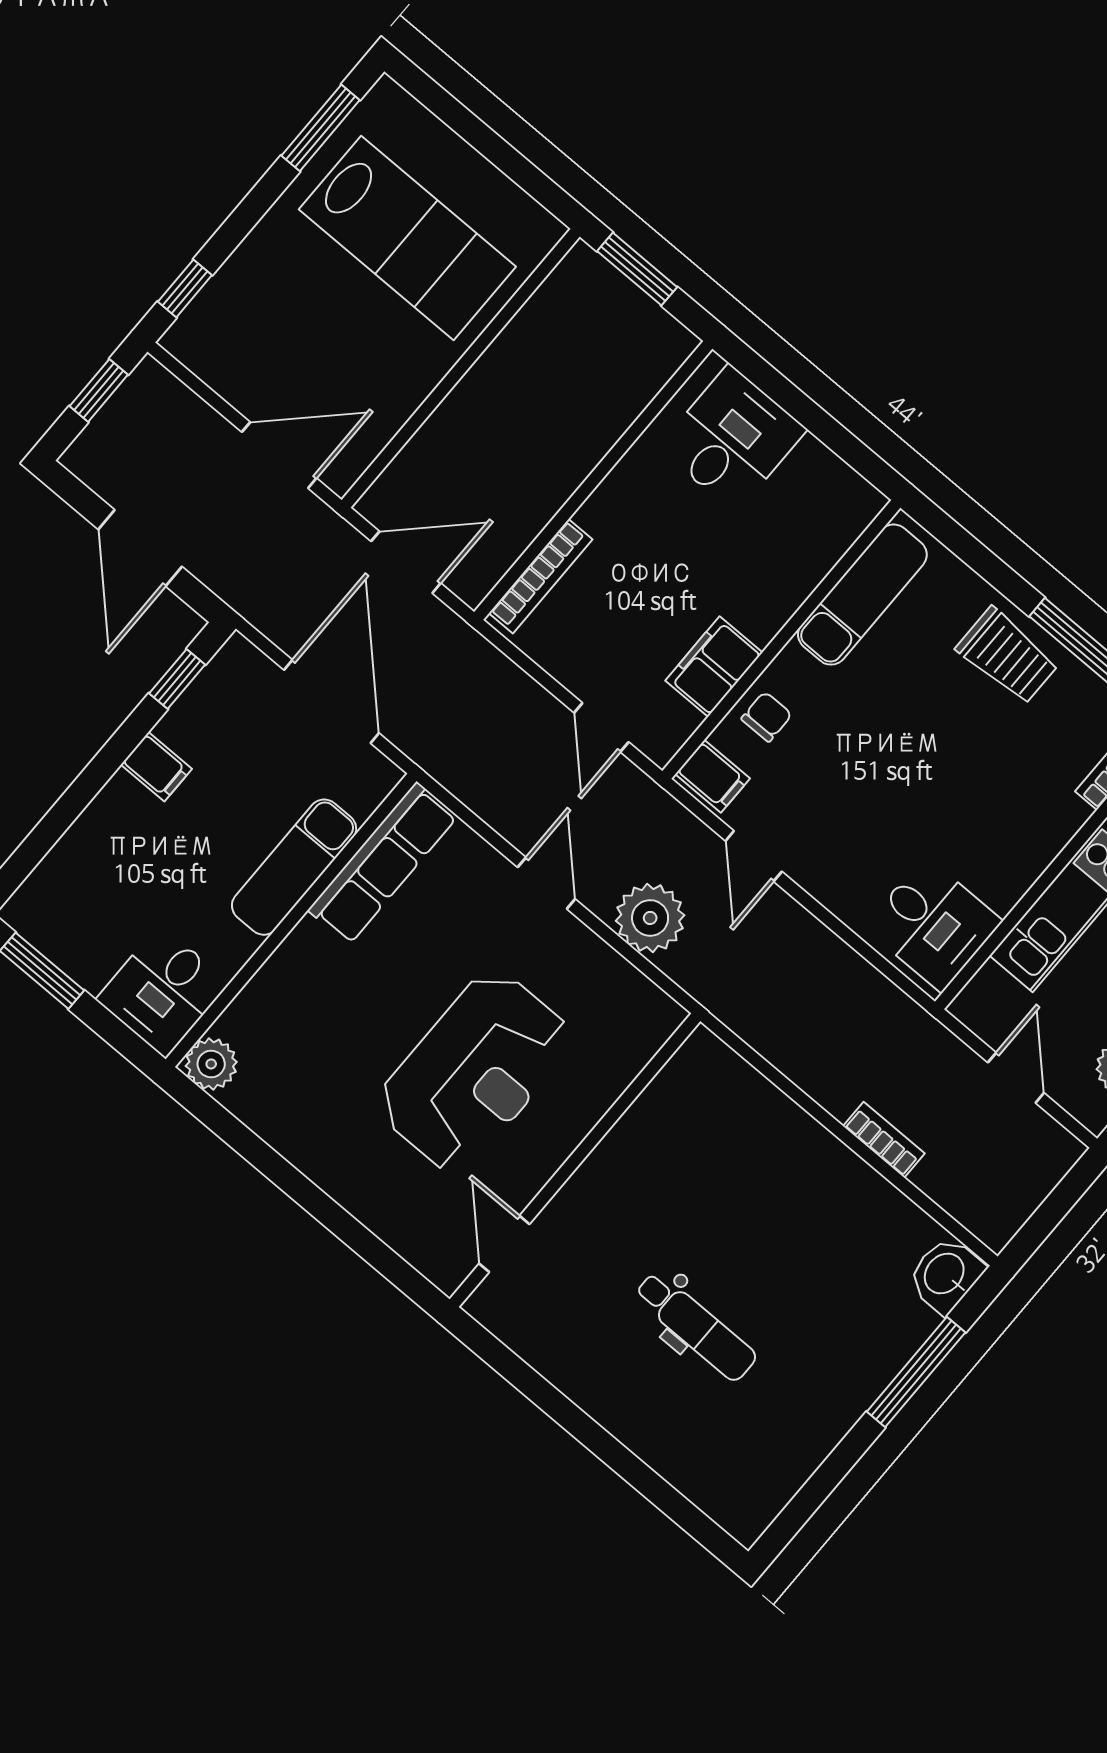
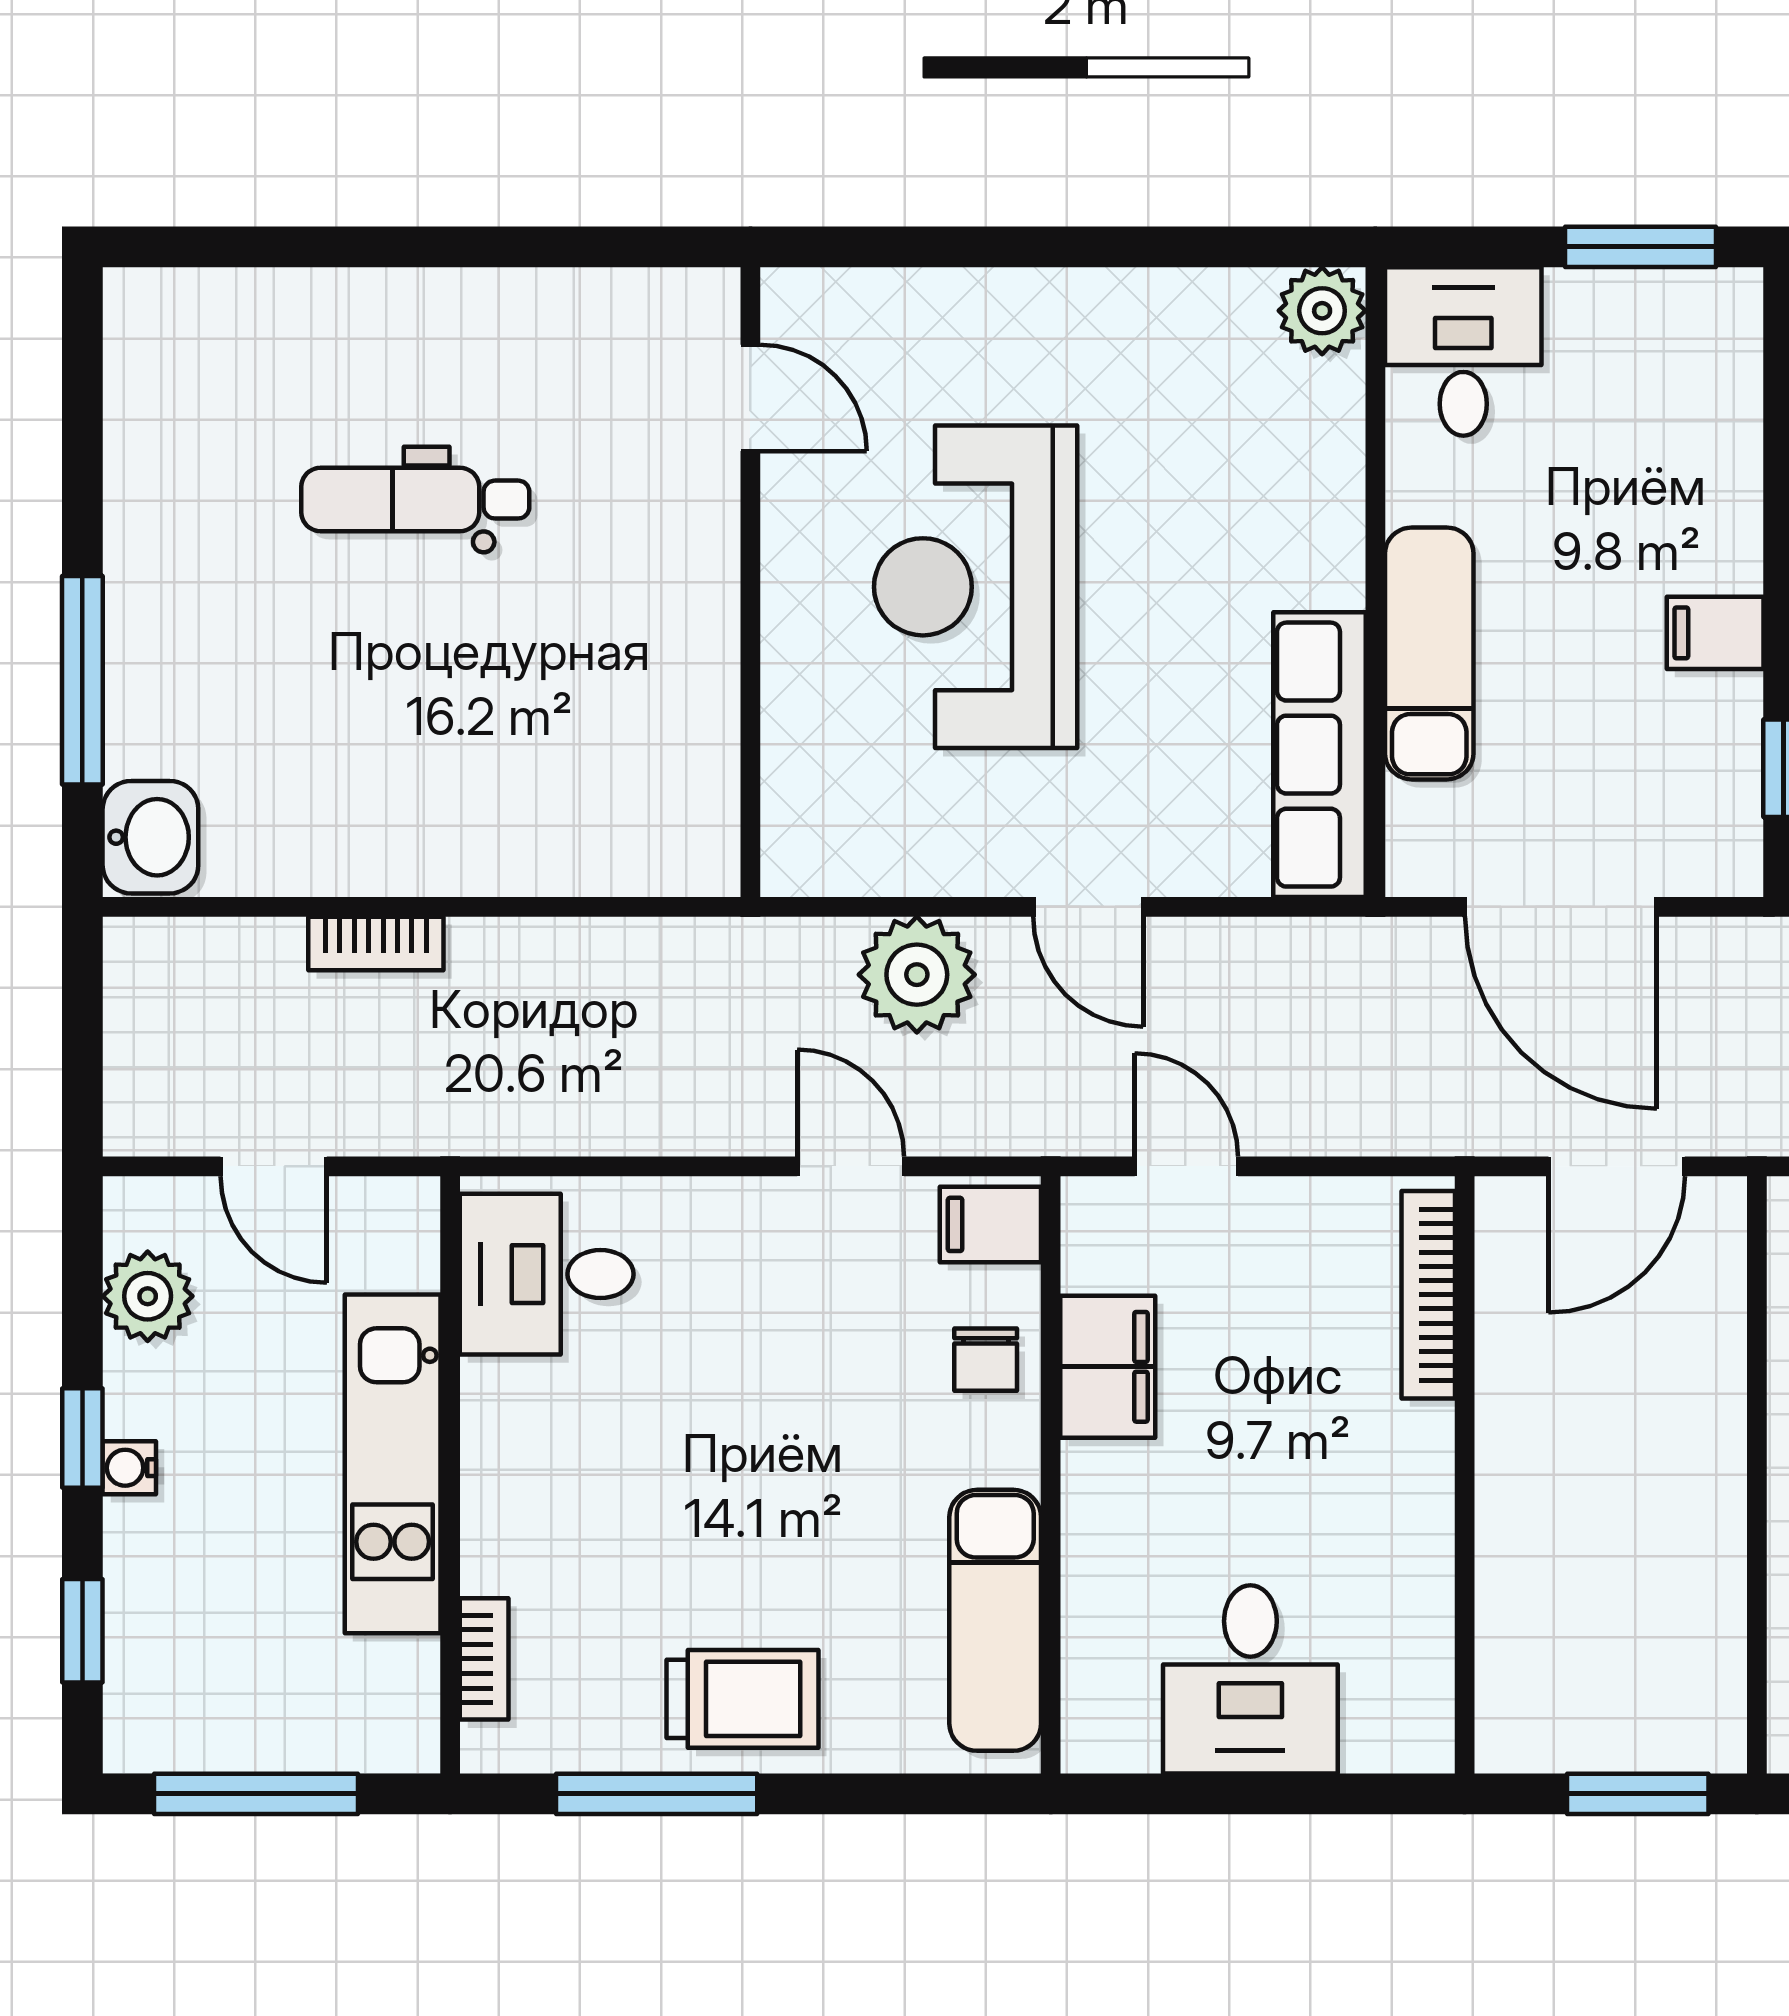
desk: (732, 439) -> (1250, 1679), moved
trolley: (1007, 656) -> (743, 1699), turned 180

